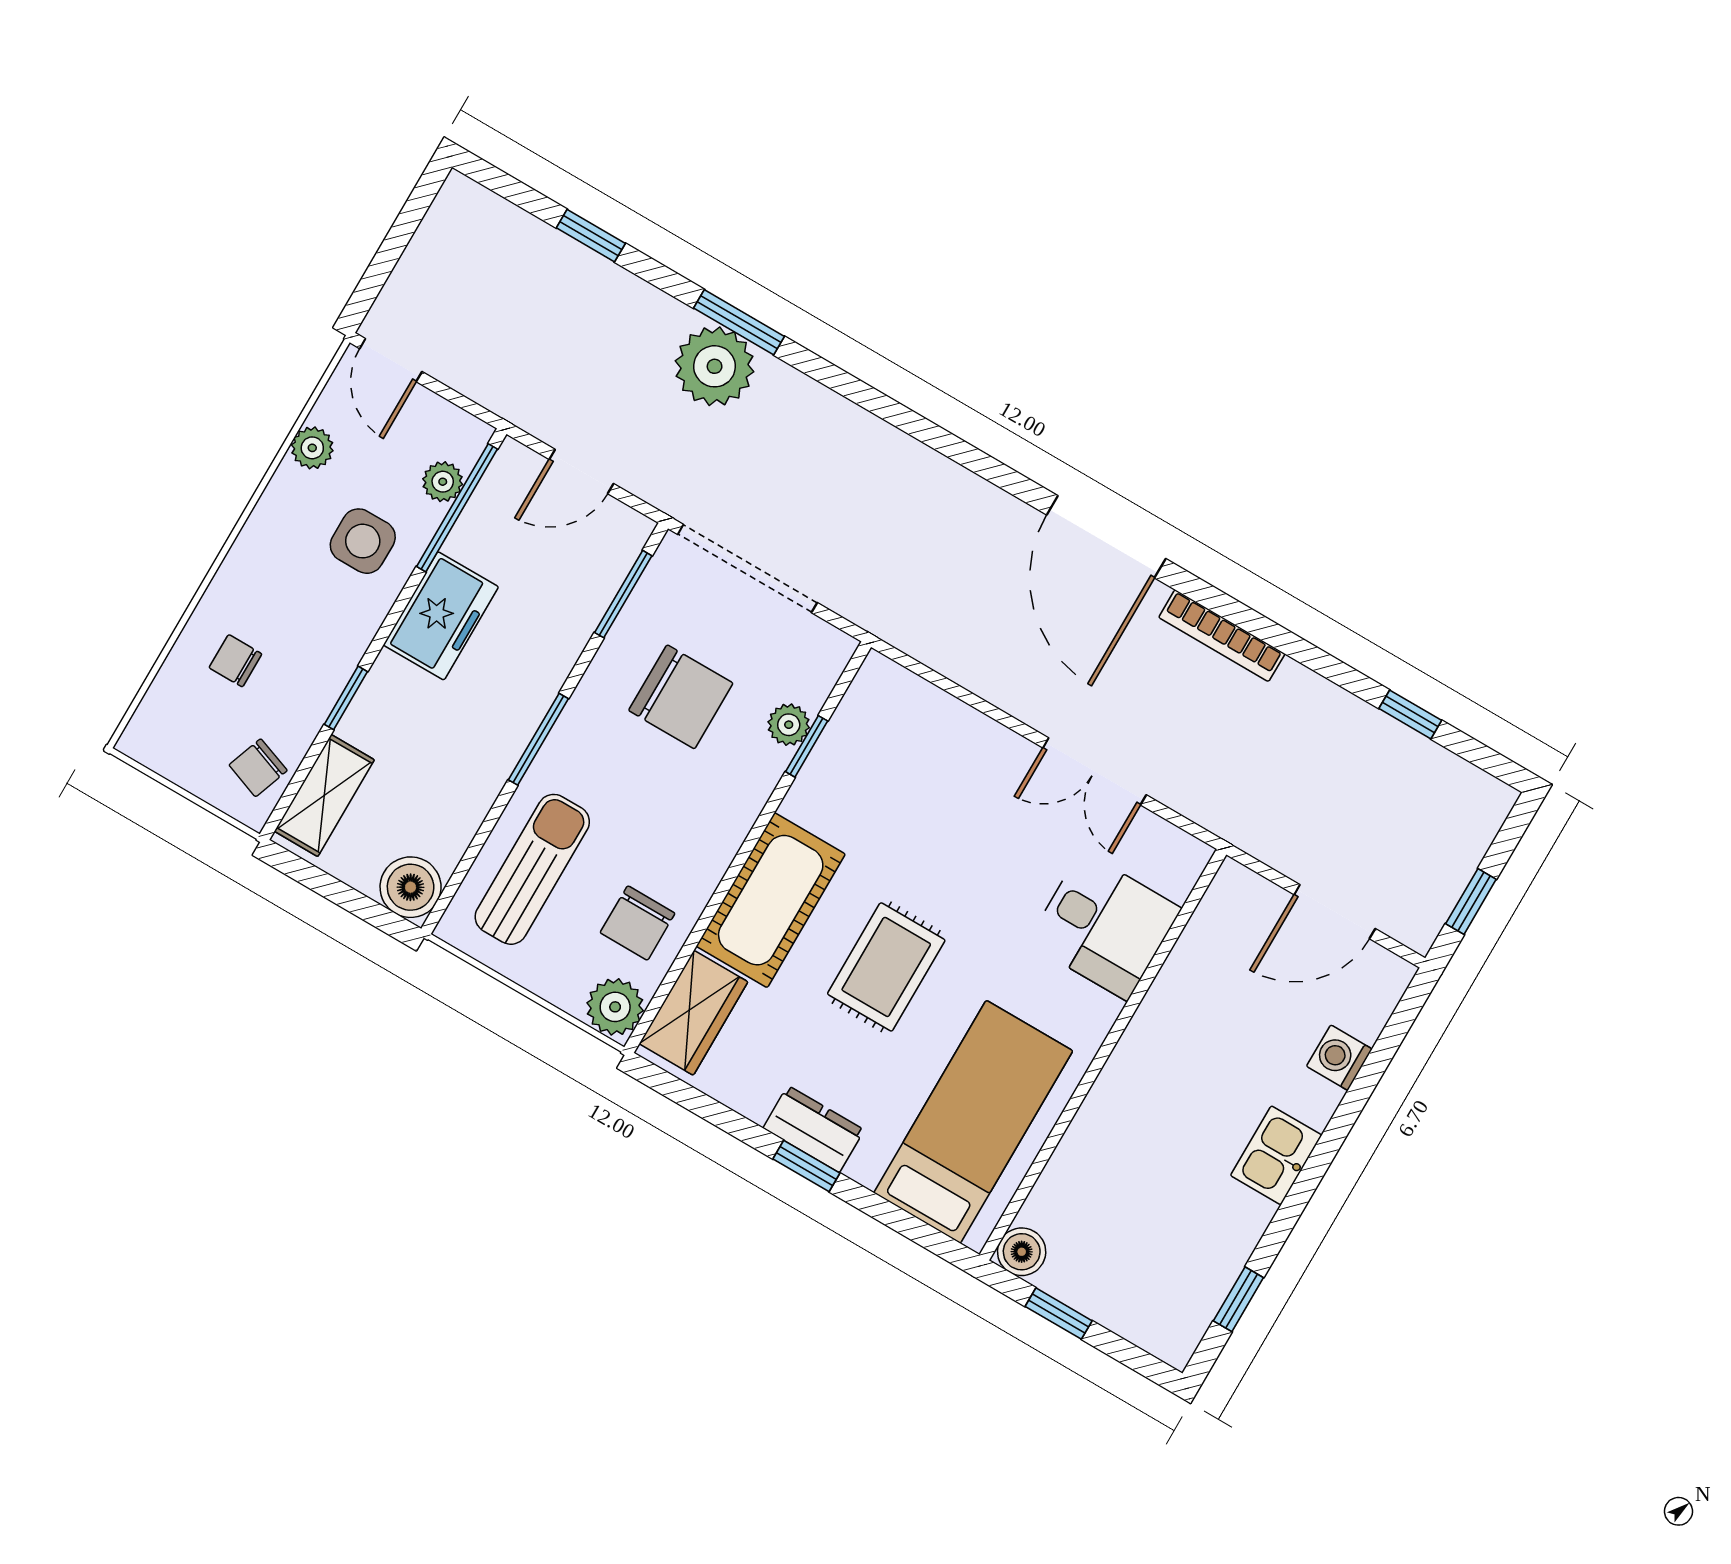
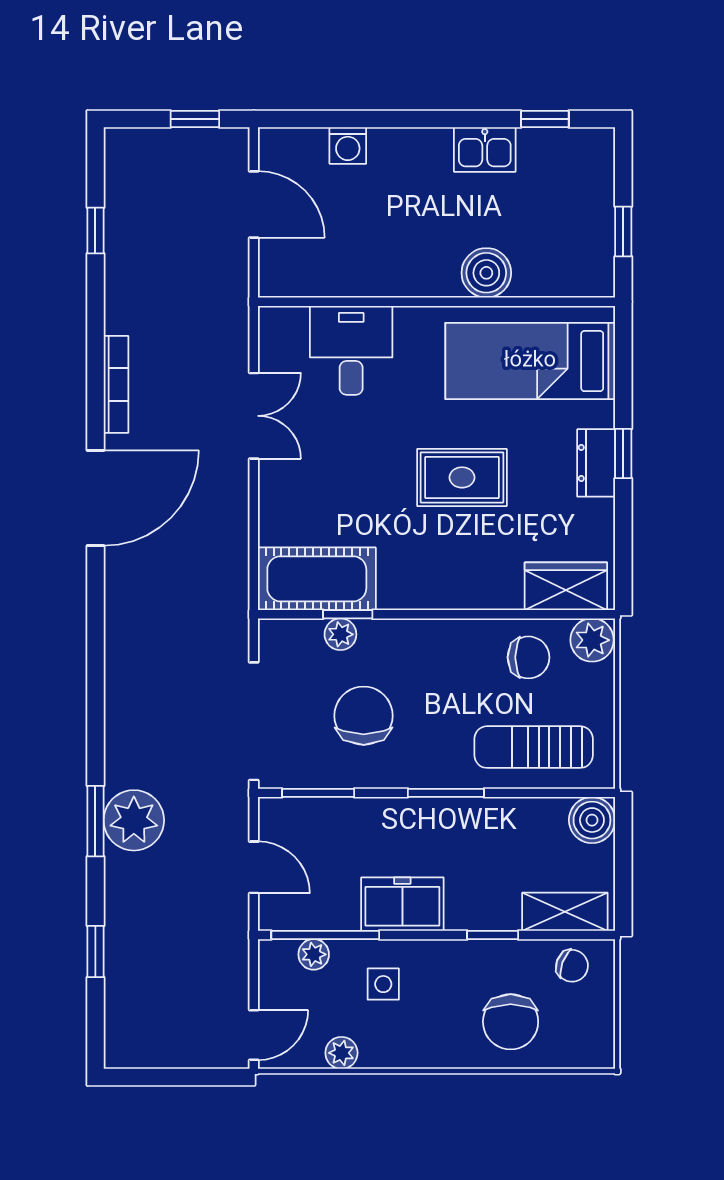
side table: (363, 541) -> (383, 984), width x0.73, depth x0.73
chair: (235, 661) -> (511, 1022), width x1.87, depth x1.87
cot: (771, 900) -> (317, 579), moved
kitchen sink: (1276, 1155) -> (485, 149), moved
boiler: (1022, 1252) -> (486, 273), moved, width x1.36, depth x1.36

